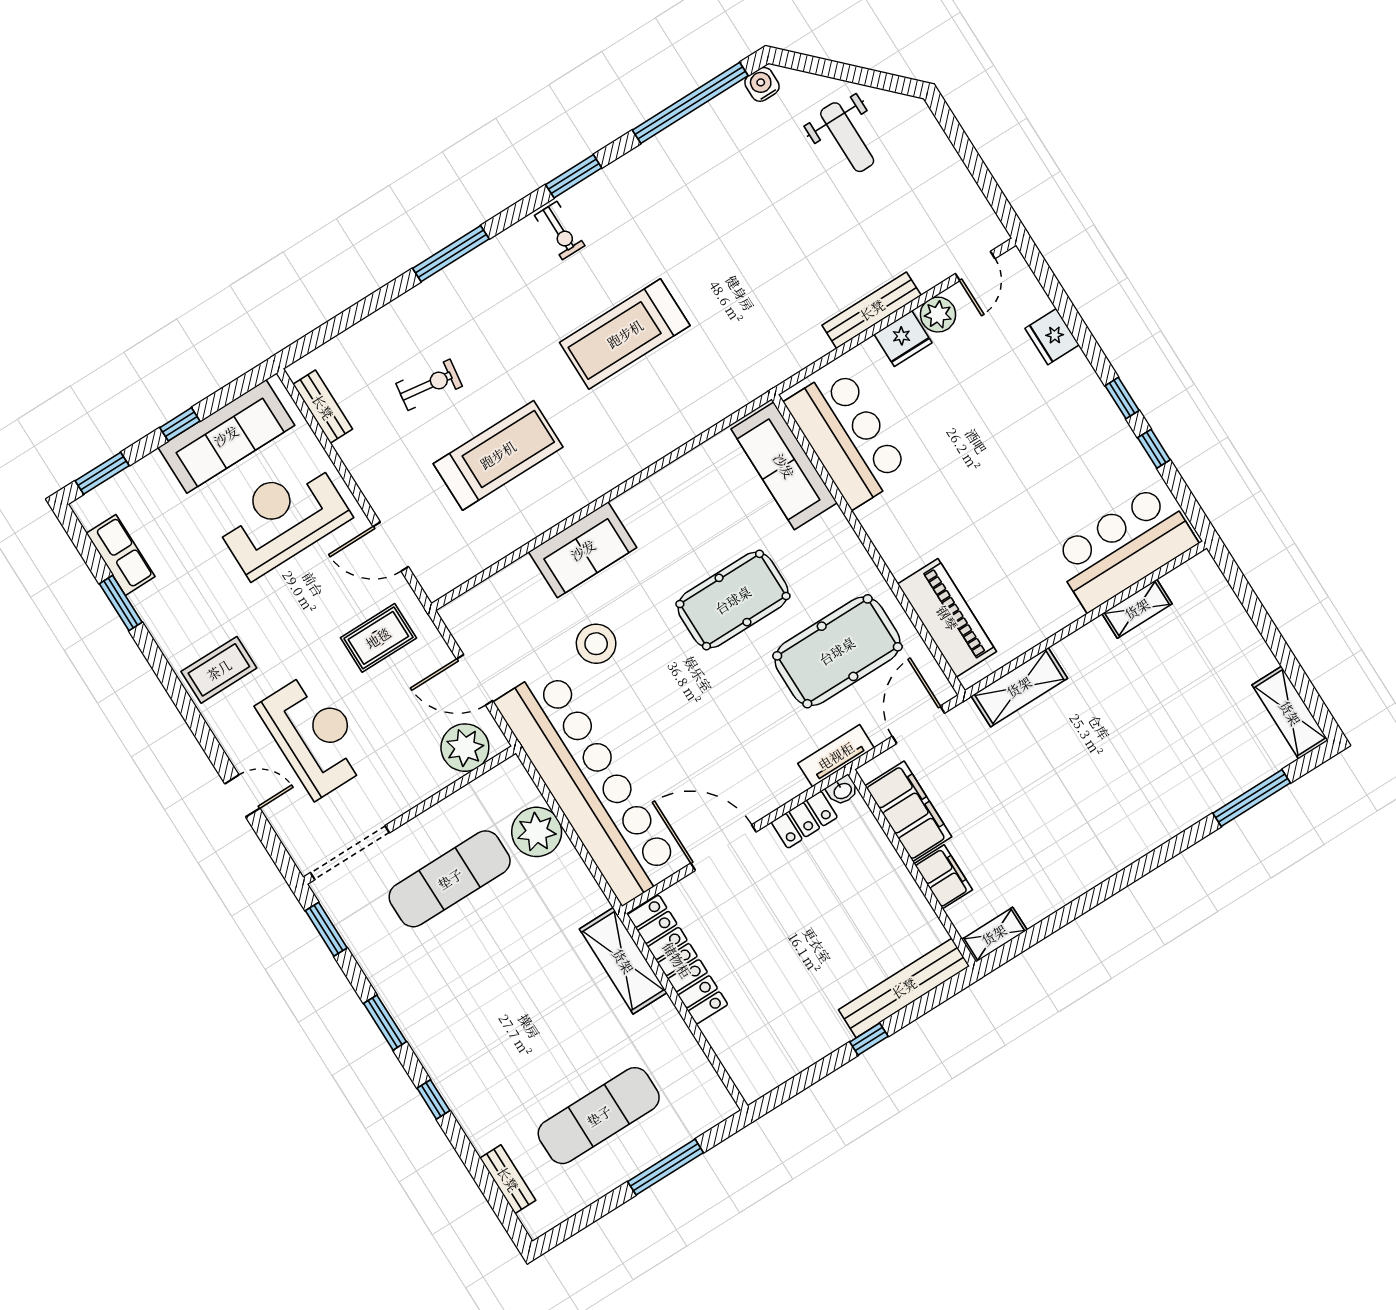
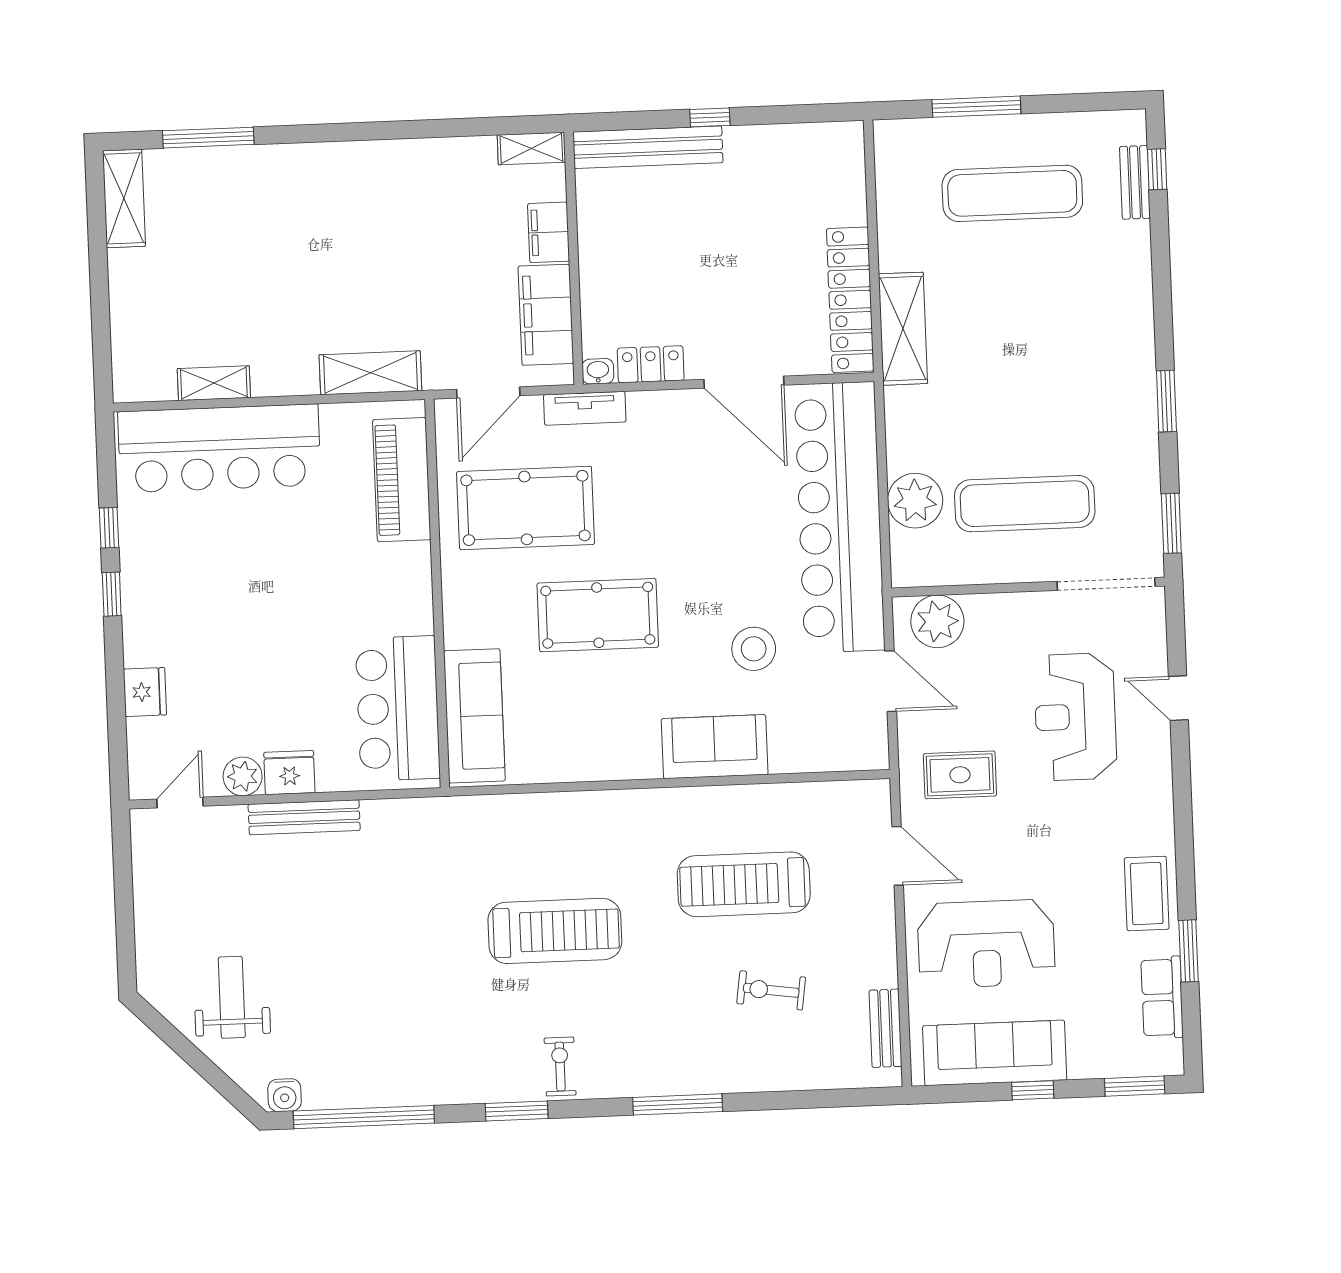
bar counter: (1124, 548) -> (219, 448), width x1.36
coffee table: (219, 670) -> (1147, 893), moved, turned 90
window: (433, 1099) -> (1157, 169), moved

